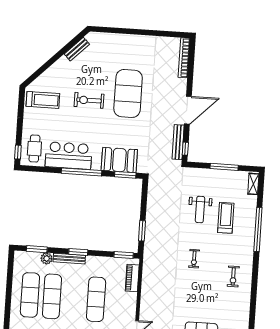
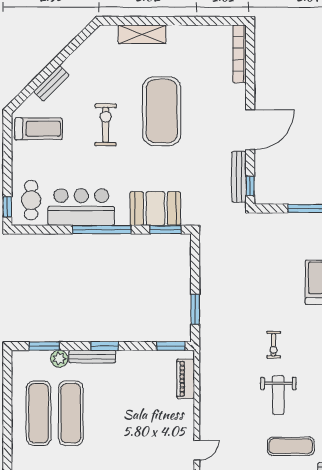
shelving: (118, 40) -> (142, 34), added
bench: (77, 49) -> (51, 83), moved
exercise bike: (89, 100) -> (106, 125), turned 90
weight bench: (200, 210) -> (278, 395), moved
exercise mat: (96, 299) -> (135, 413), removed

